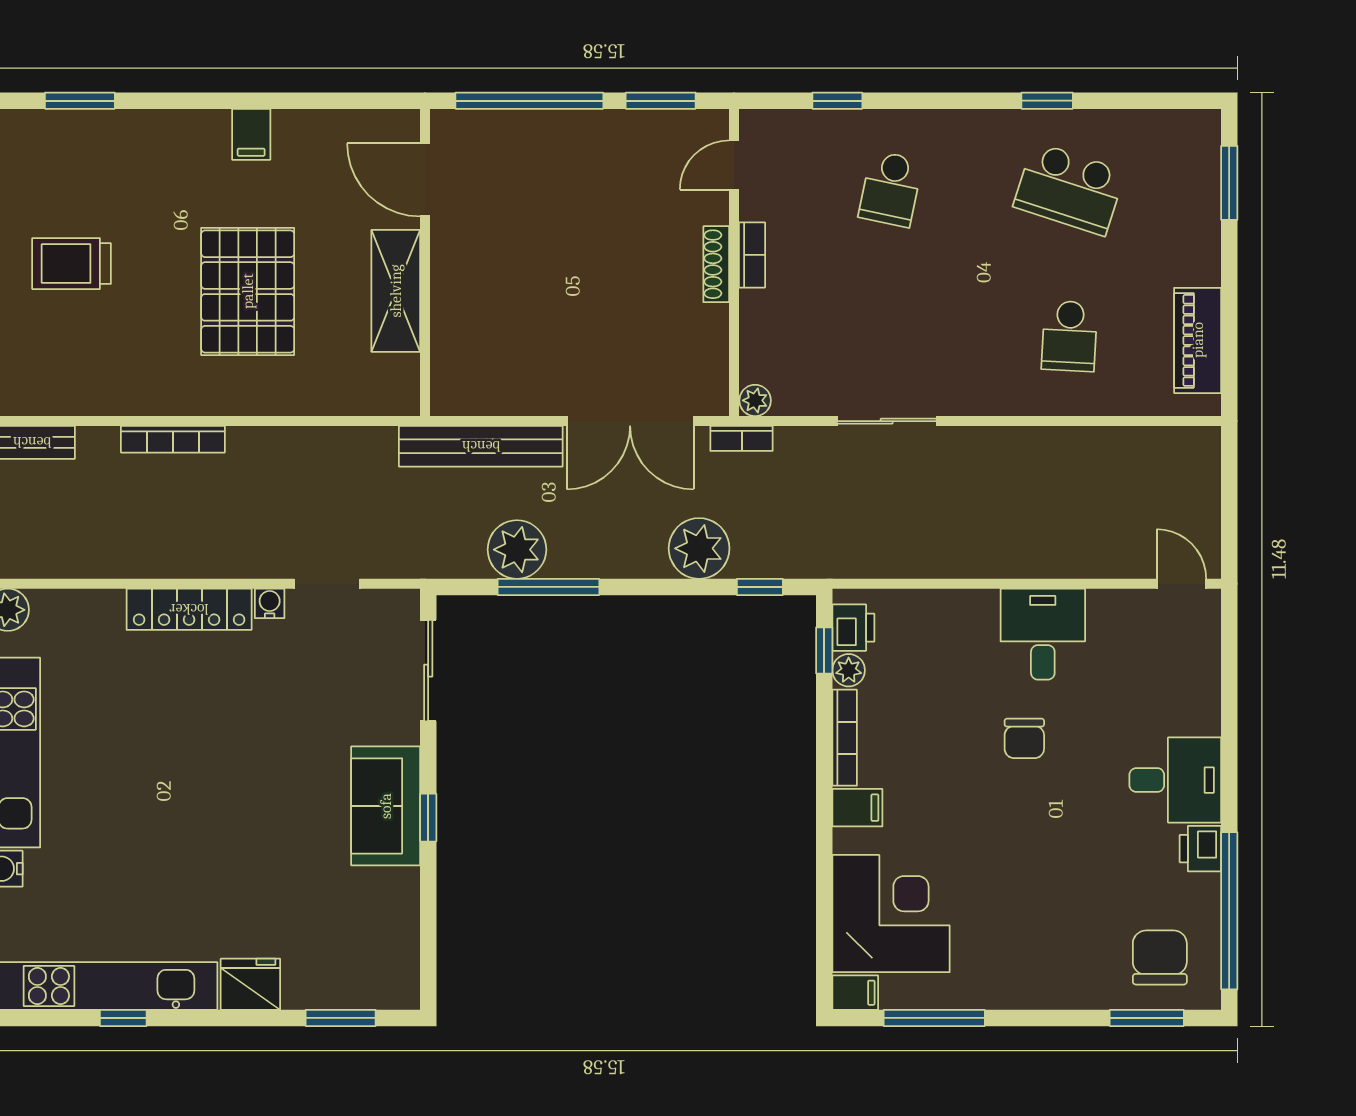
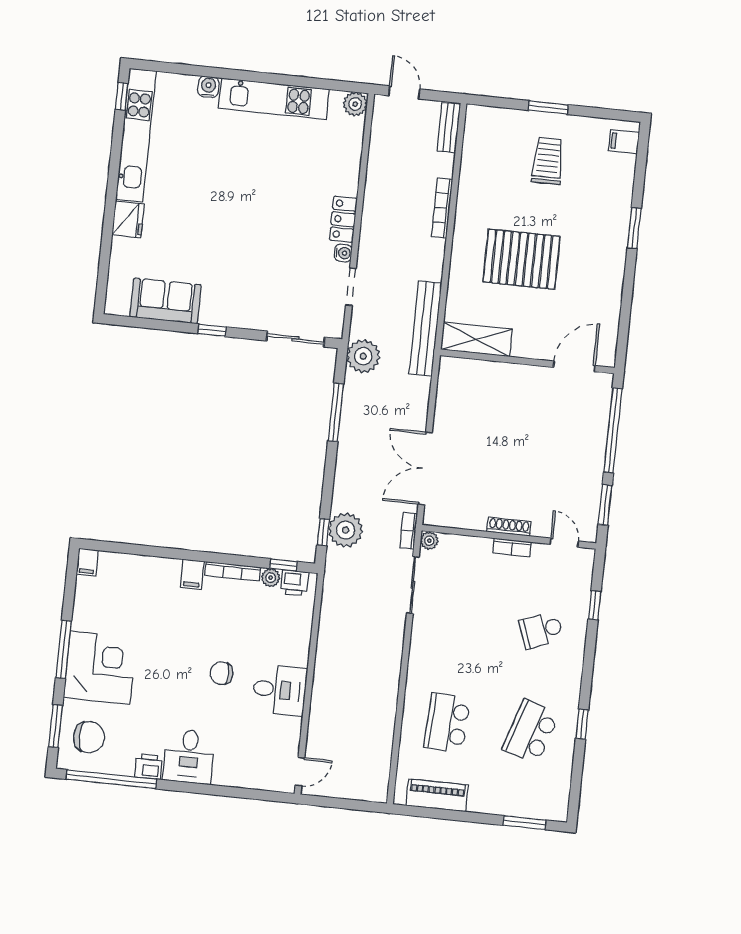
window: (80, 101) -> (634, 228), moved
filing cabinet: (251, 134) -> (624, 142), moved
school desk: (891, 189) -> (541, 630), turned -33
shelving: (396, 291) -> (476, 339), moved
school desk: (1069, 336) -> (447, 723), width x1.85
sliding door: (887, 421) -> (413, 585), moved
bench: (481, 446) -> (425, 328), moved
plant: (699, 548) -> (346, 530), moved
plant: (517, 550) -> (363, 356), moved
locker: (189, 609) -> (343, 219), width x0.66
sofa: (386, 806) -> (165, 301), moved
corner desk: (891, 914) -> (100, 668), moved, turned -90
window: (123, 1018) -> (122, 96), moved
window: (341, 1018) -> (104, 269), removed
window: (934, 1018) -> (64, 649), moved

